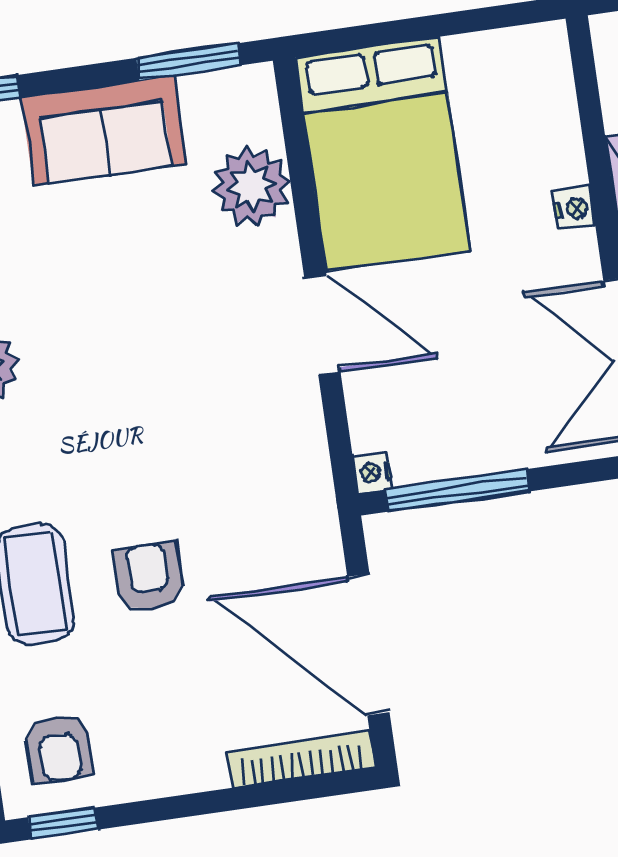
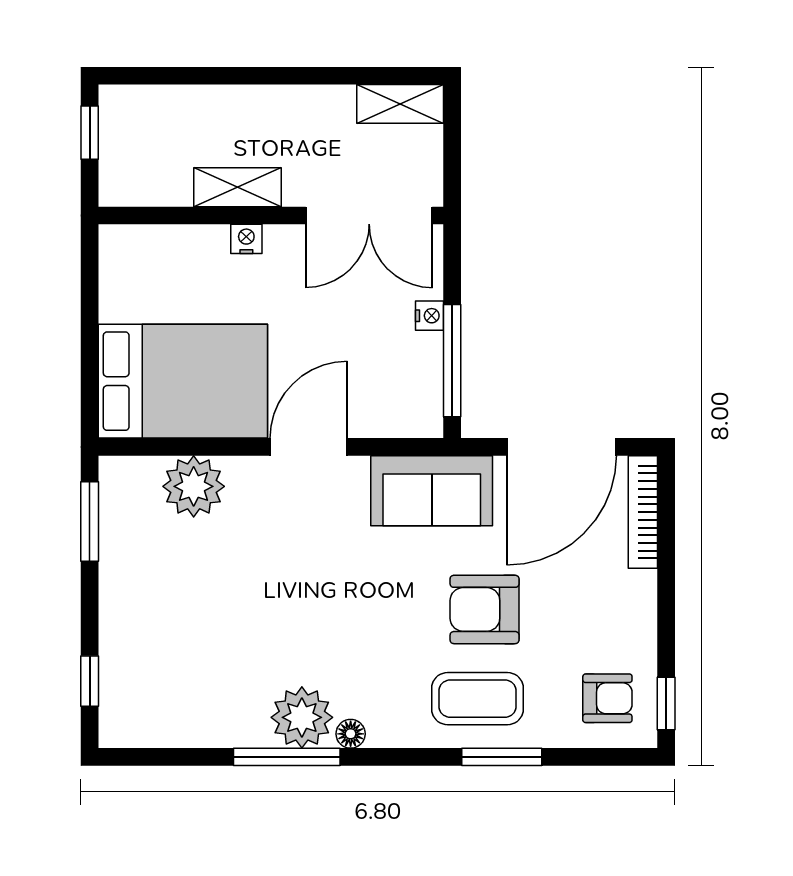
sofa: (104, 130) -> (432, 491), moved, turned 90
nightstand: (373, 472) -> (429, 316), moved, turned -90
armchair: (149, 577) -> (485, 609), width x1.38, depth x1.38

